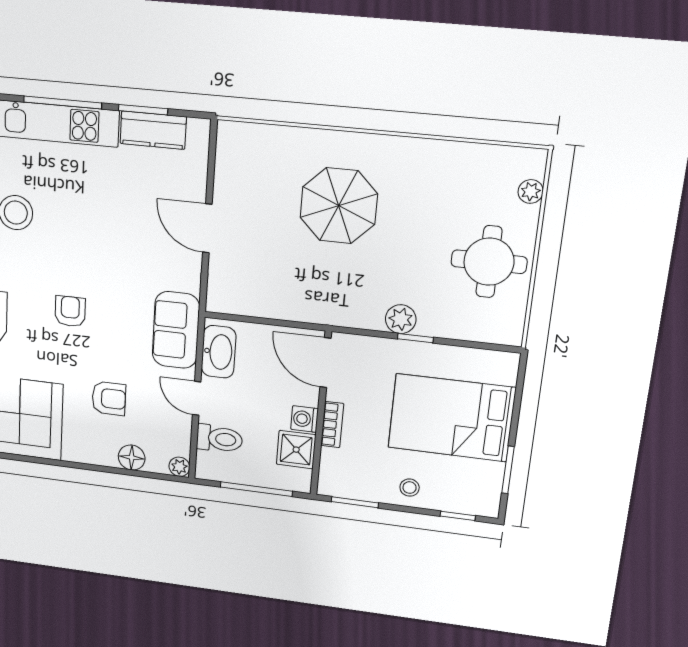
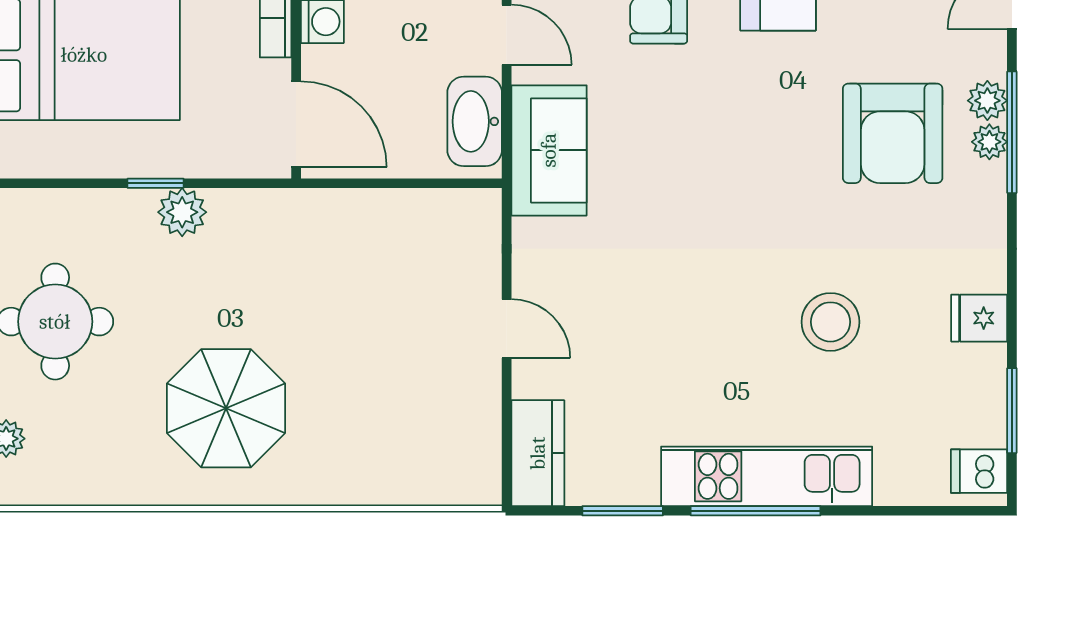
kitchen counter: (153, 130) -> (538, 453), moved, turned 90
parasol: (339, 206) -> (226, 408), moved
door: (207, 228) -> (507, 329), width x0.73
armchair: (70, 311) -> (732, 162), removed

